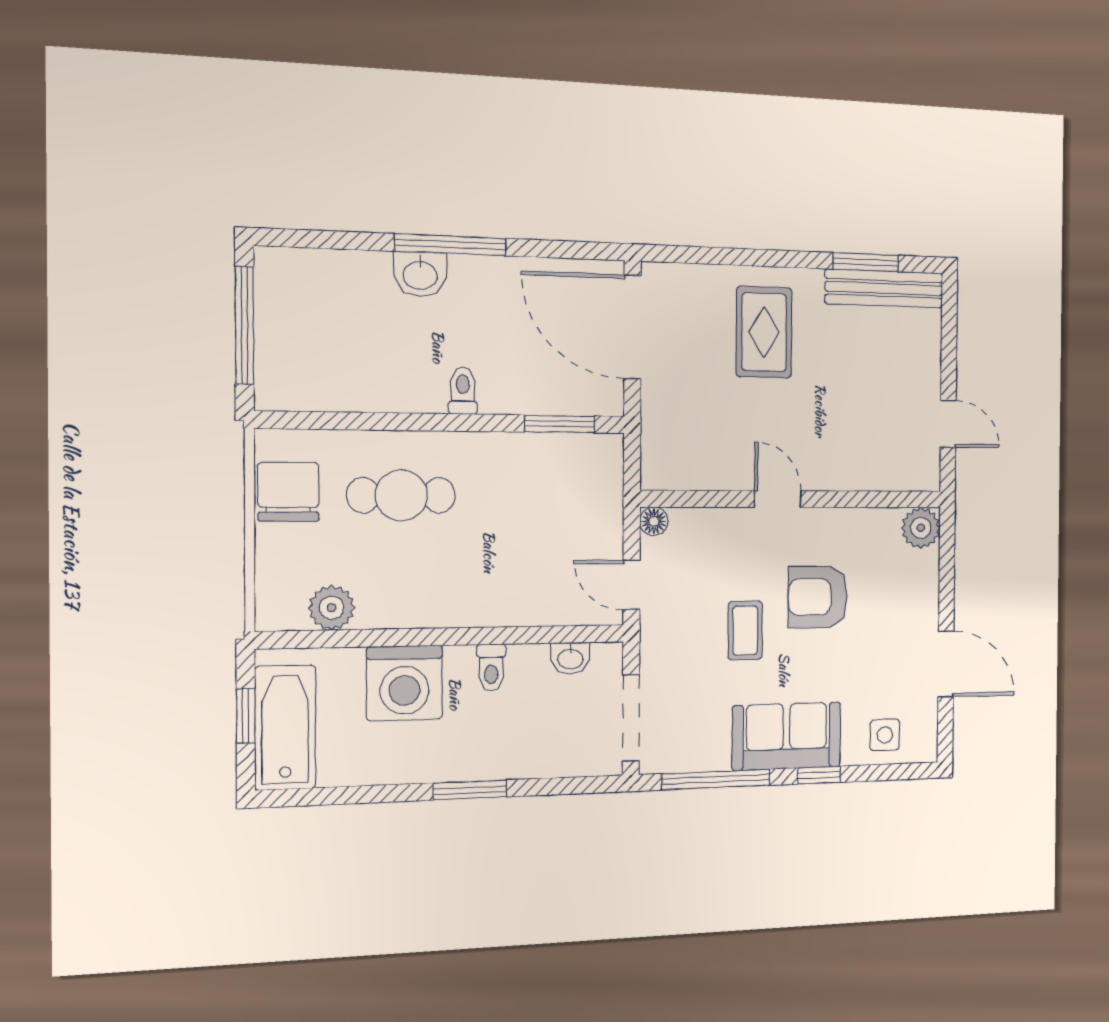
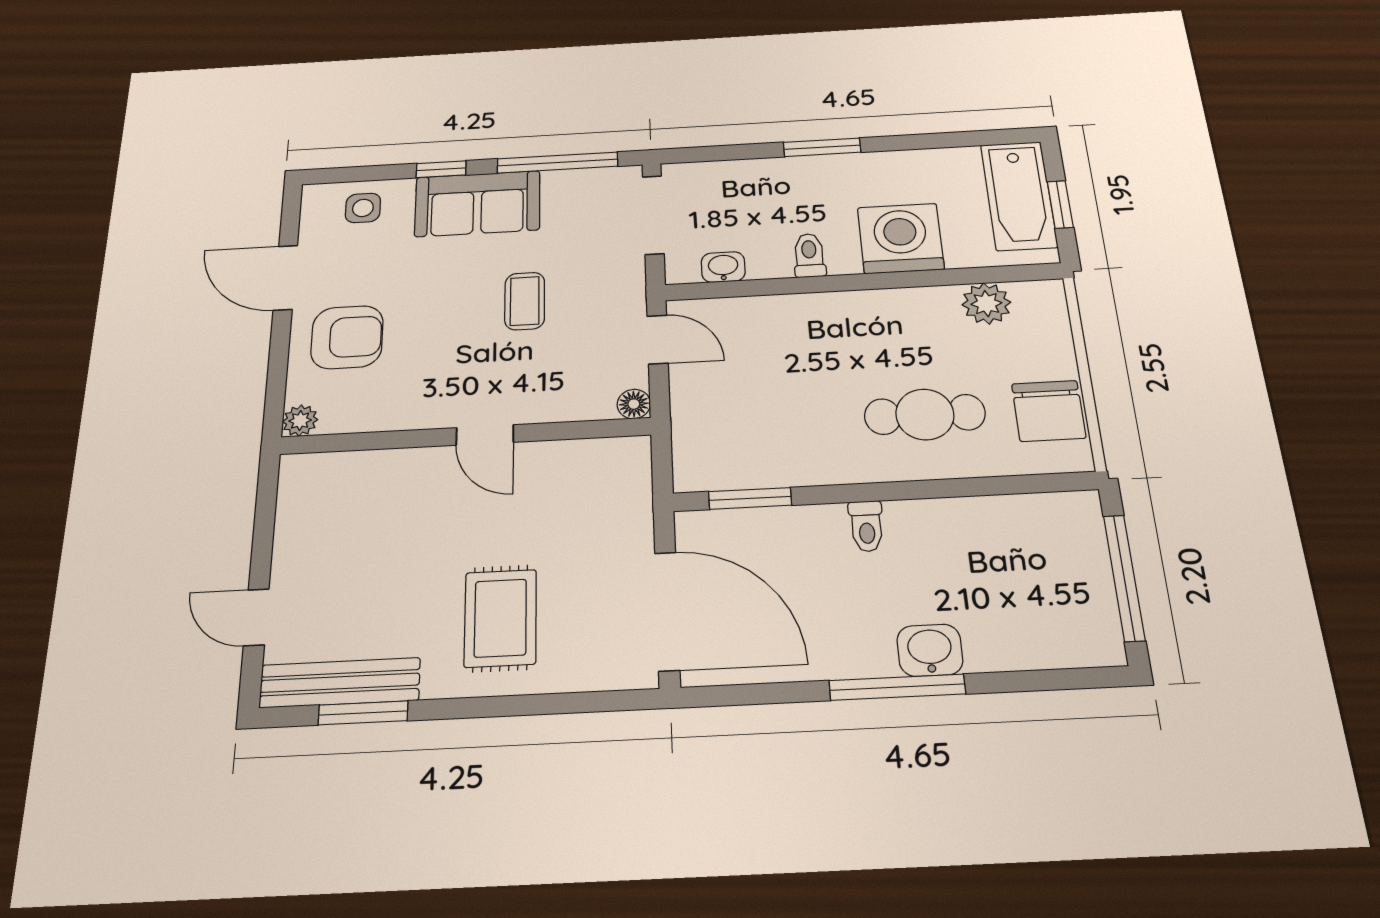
door: (948, 424) -> (256, 617), moved
plant: (921, 528) -> (300, 421), width x0.73, depth x0.73
armchair: (818, 597) -> (347, 337), moved

